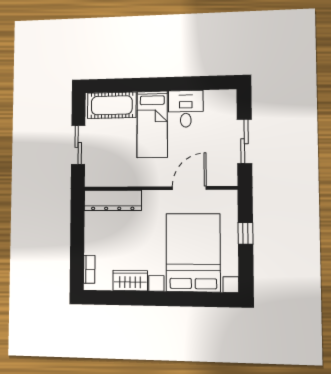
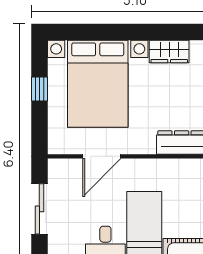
window: (245, 233) -> (39, 89), moved

